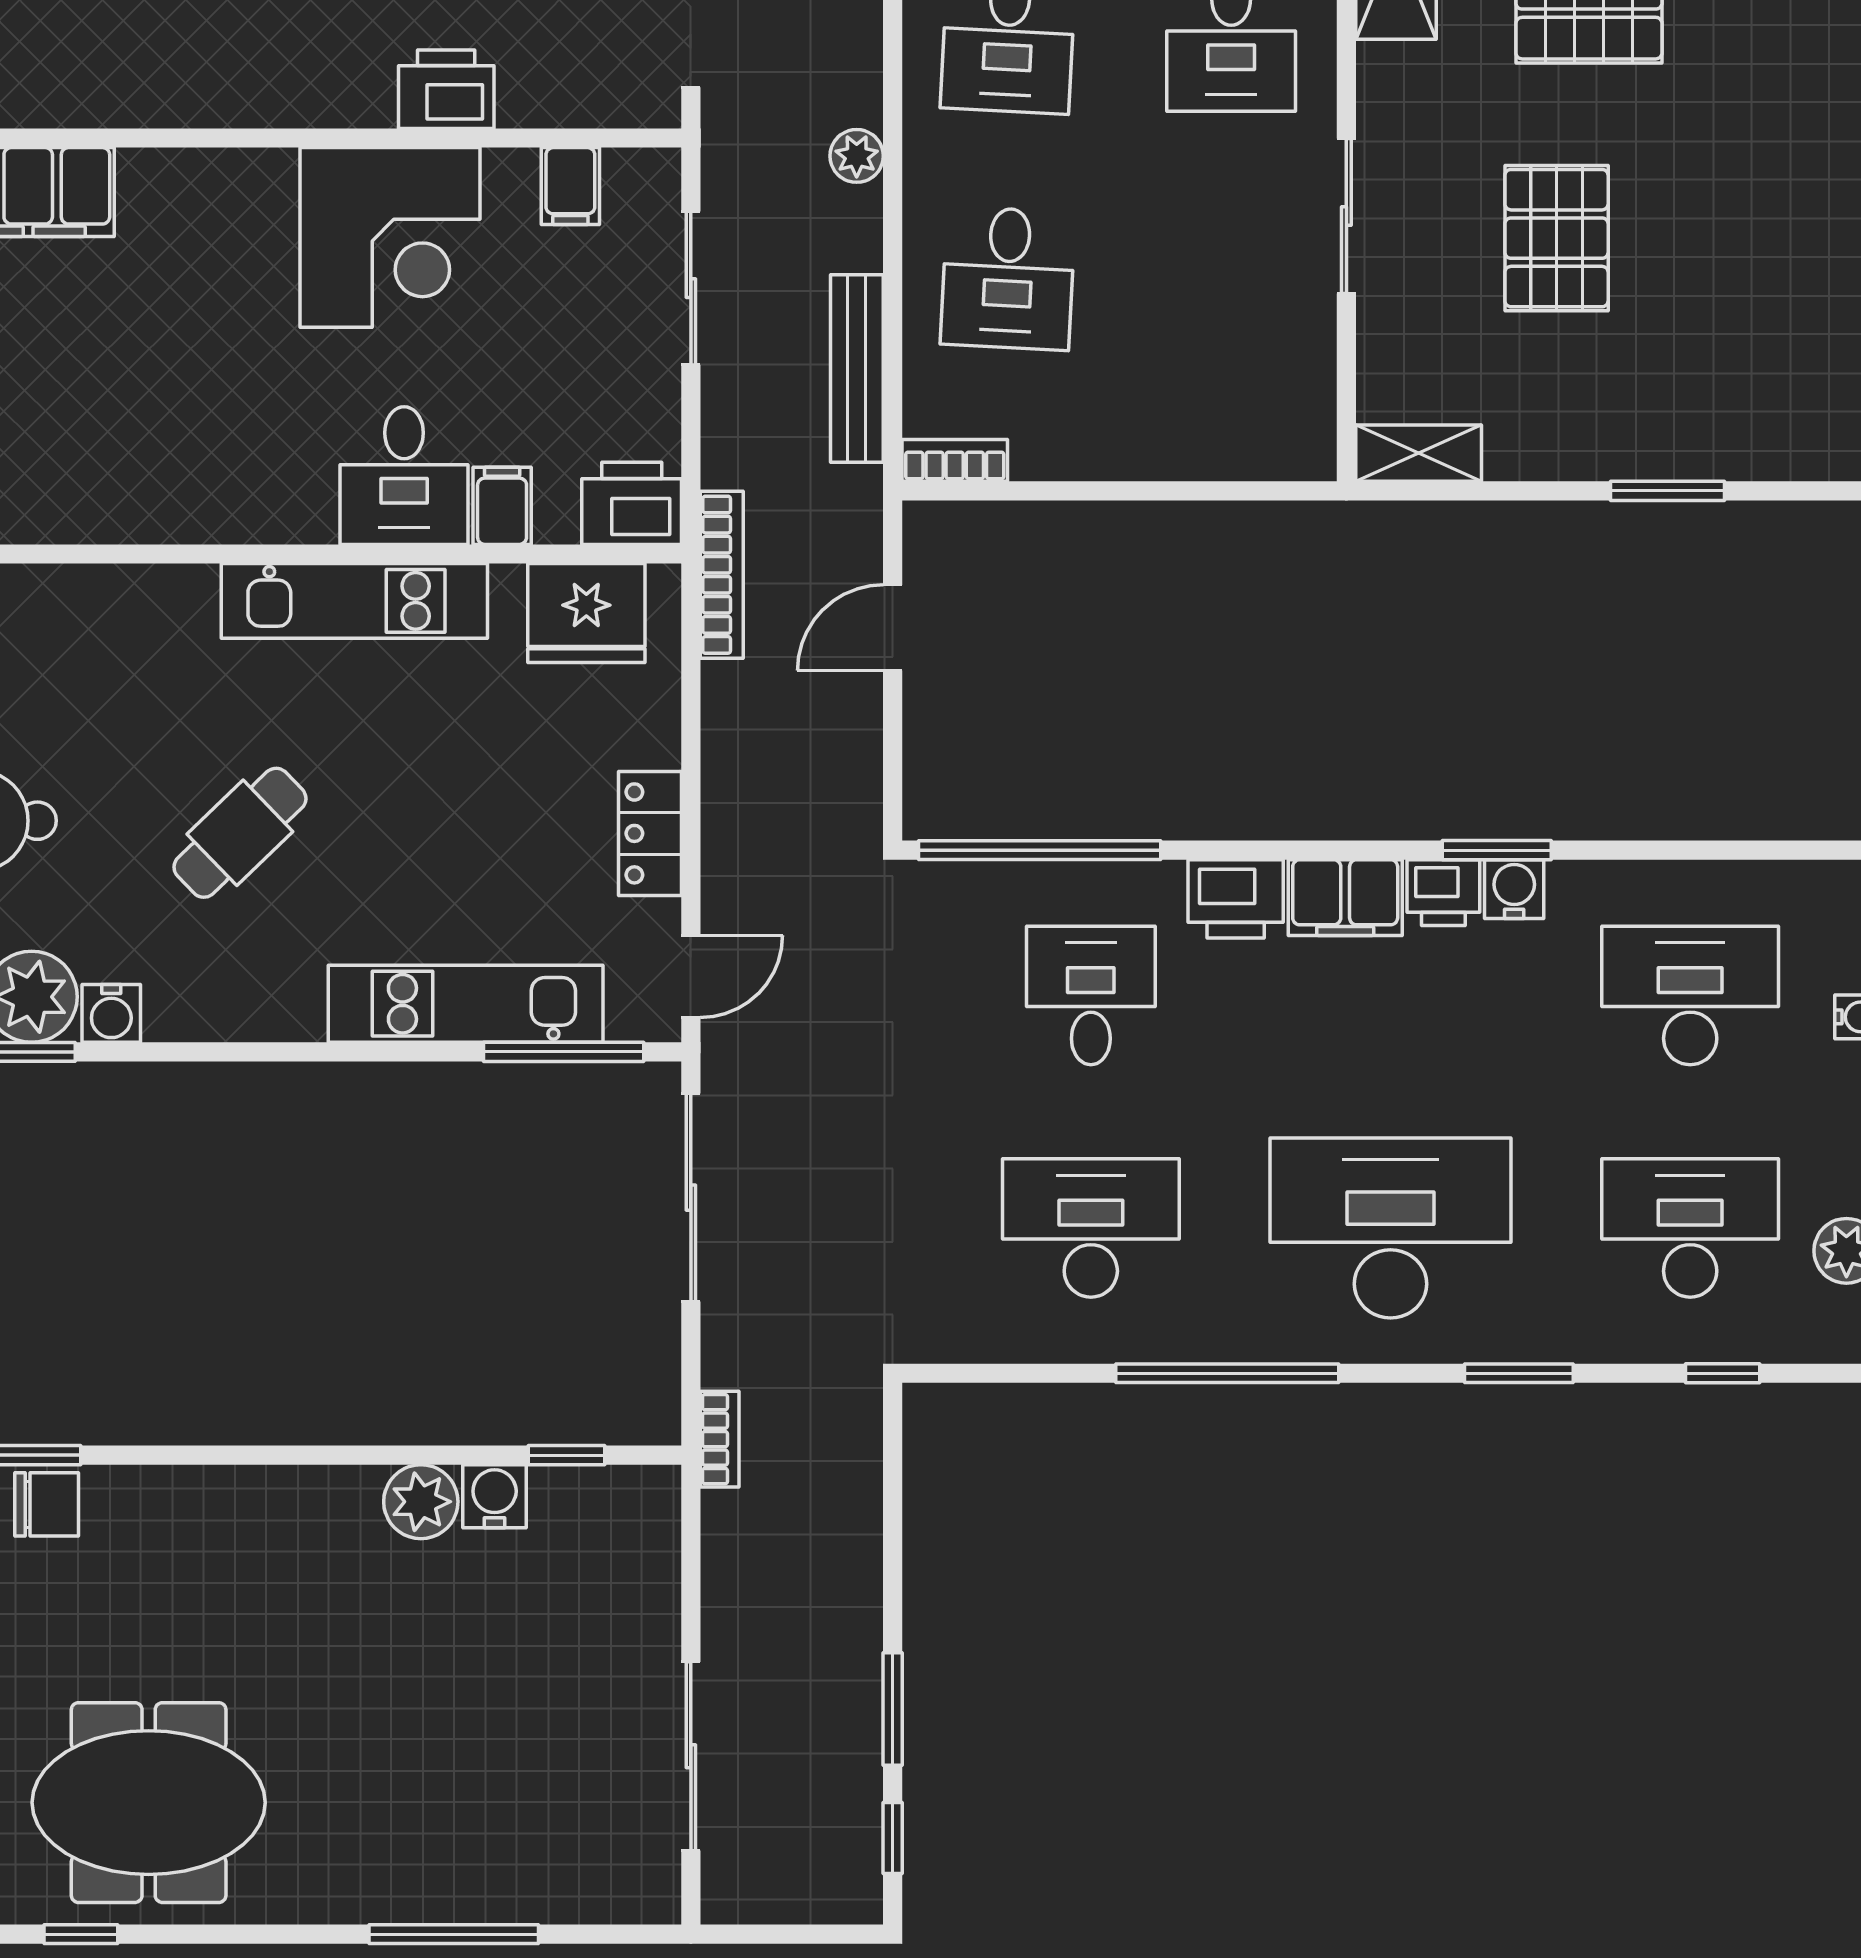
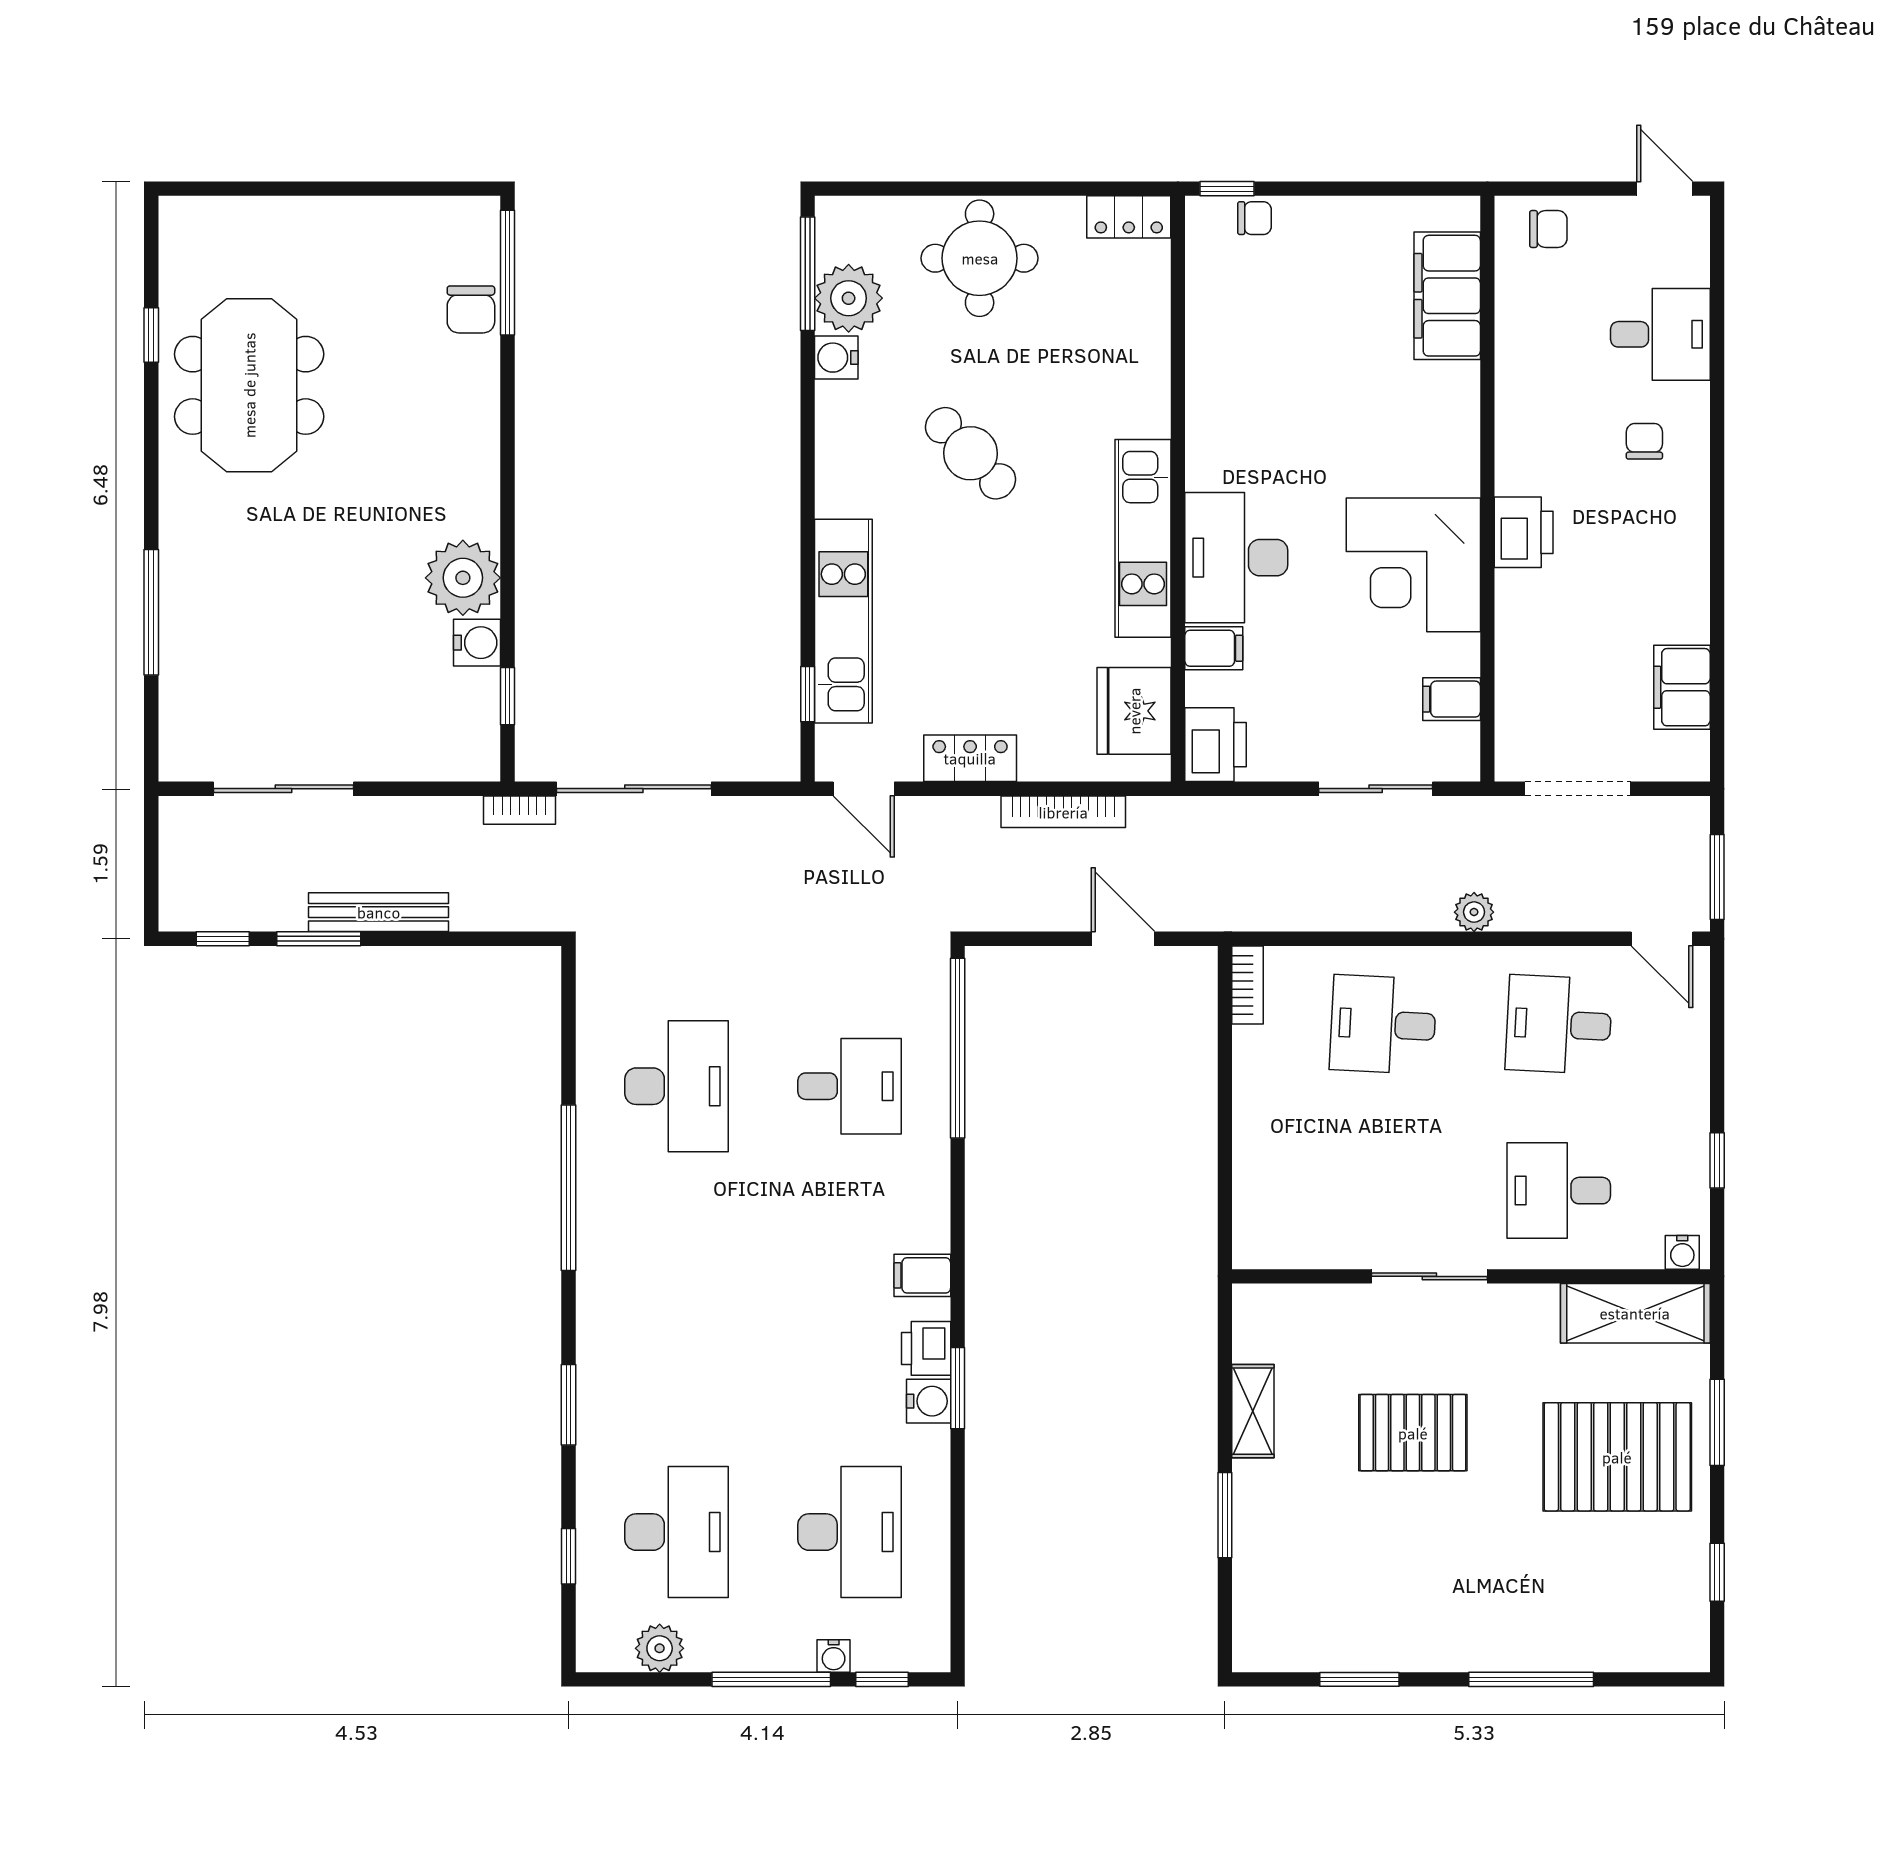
printer: (446, 89) -> (1524, 532), moved
bench: (857, 369) -> (379, 912), moved
shelving: (1419, 453) -> (1253, 1411), moved
desk: (404, 476) -> (1236, 558), width x1.37
bookcase: (722, 575) -> (1063, 812), moved
filing cabinet: (1345, 898) -> (922, 1275), width x0.50
printer: (1236, 899) -> (921, 1194), removed
window: (564, 1052) -> (808, 694), width x0.46
sliding door: (691, 1198) -> (634, 789), moved
desk: (1390, 1228) -> (677, 1309), removed
plant: (421, 1502) -> (463, 578), width x1.36, depth x1.36

